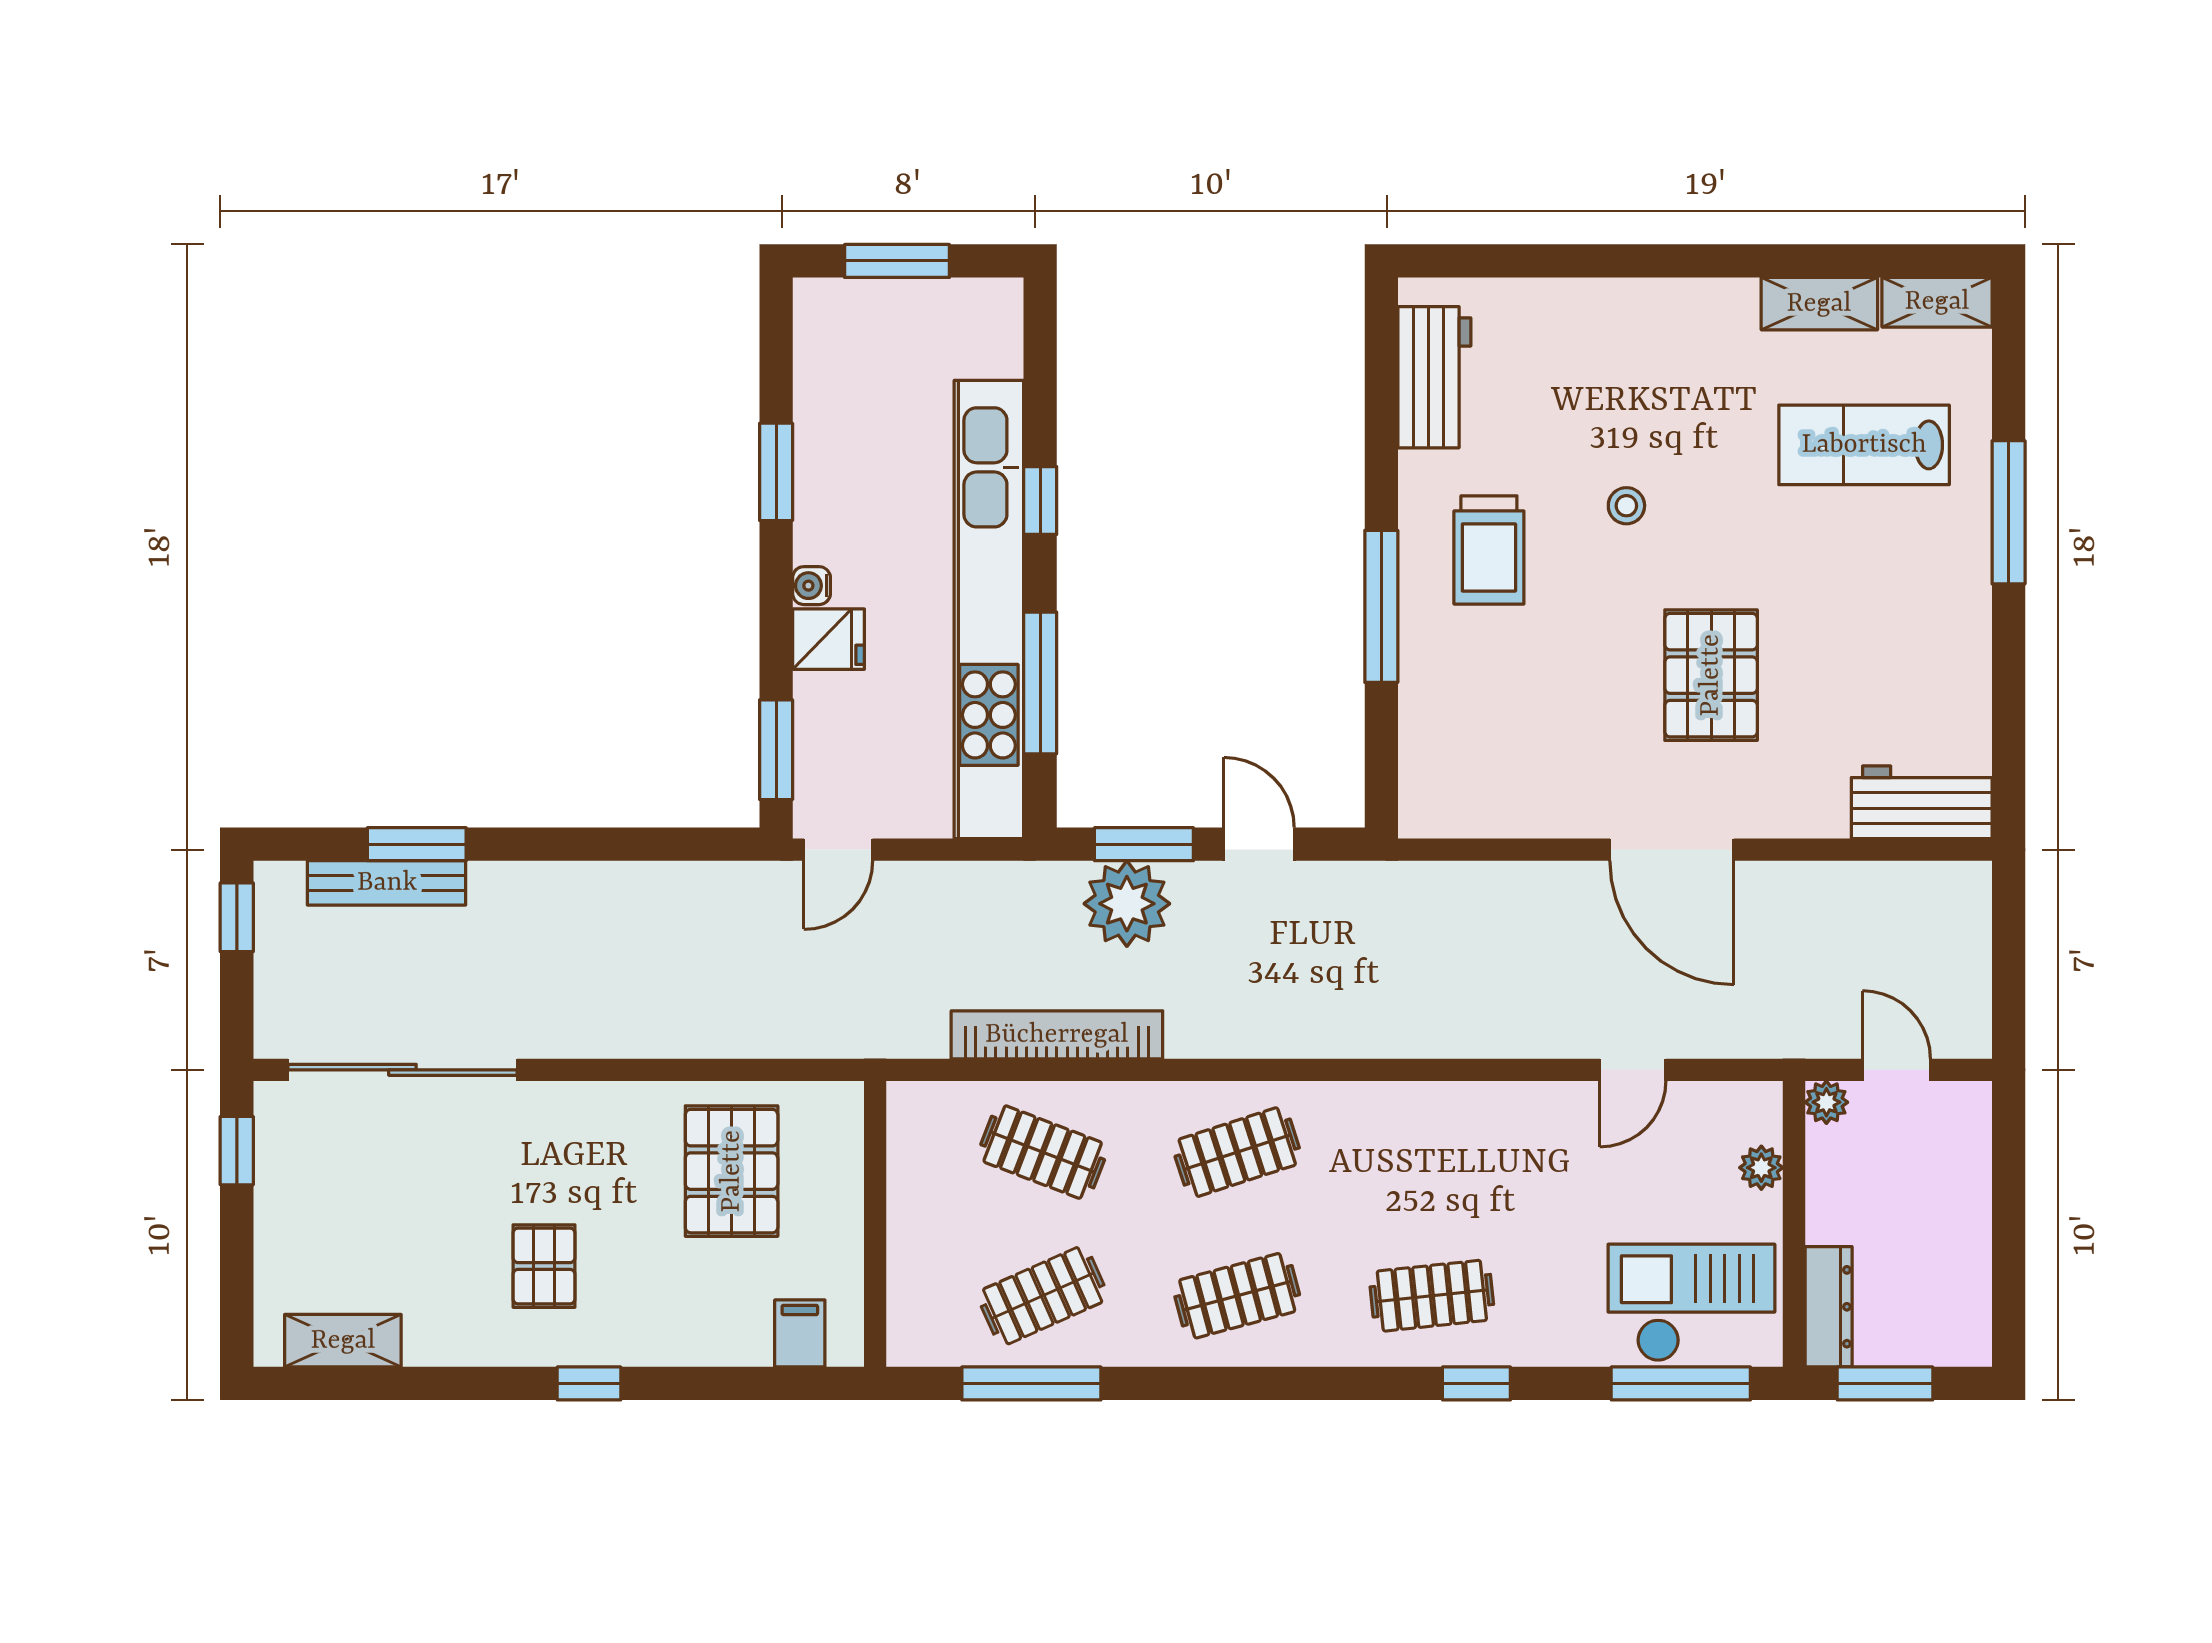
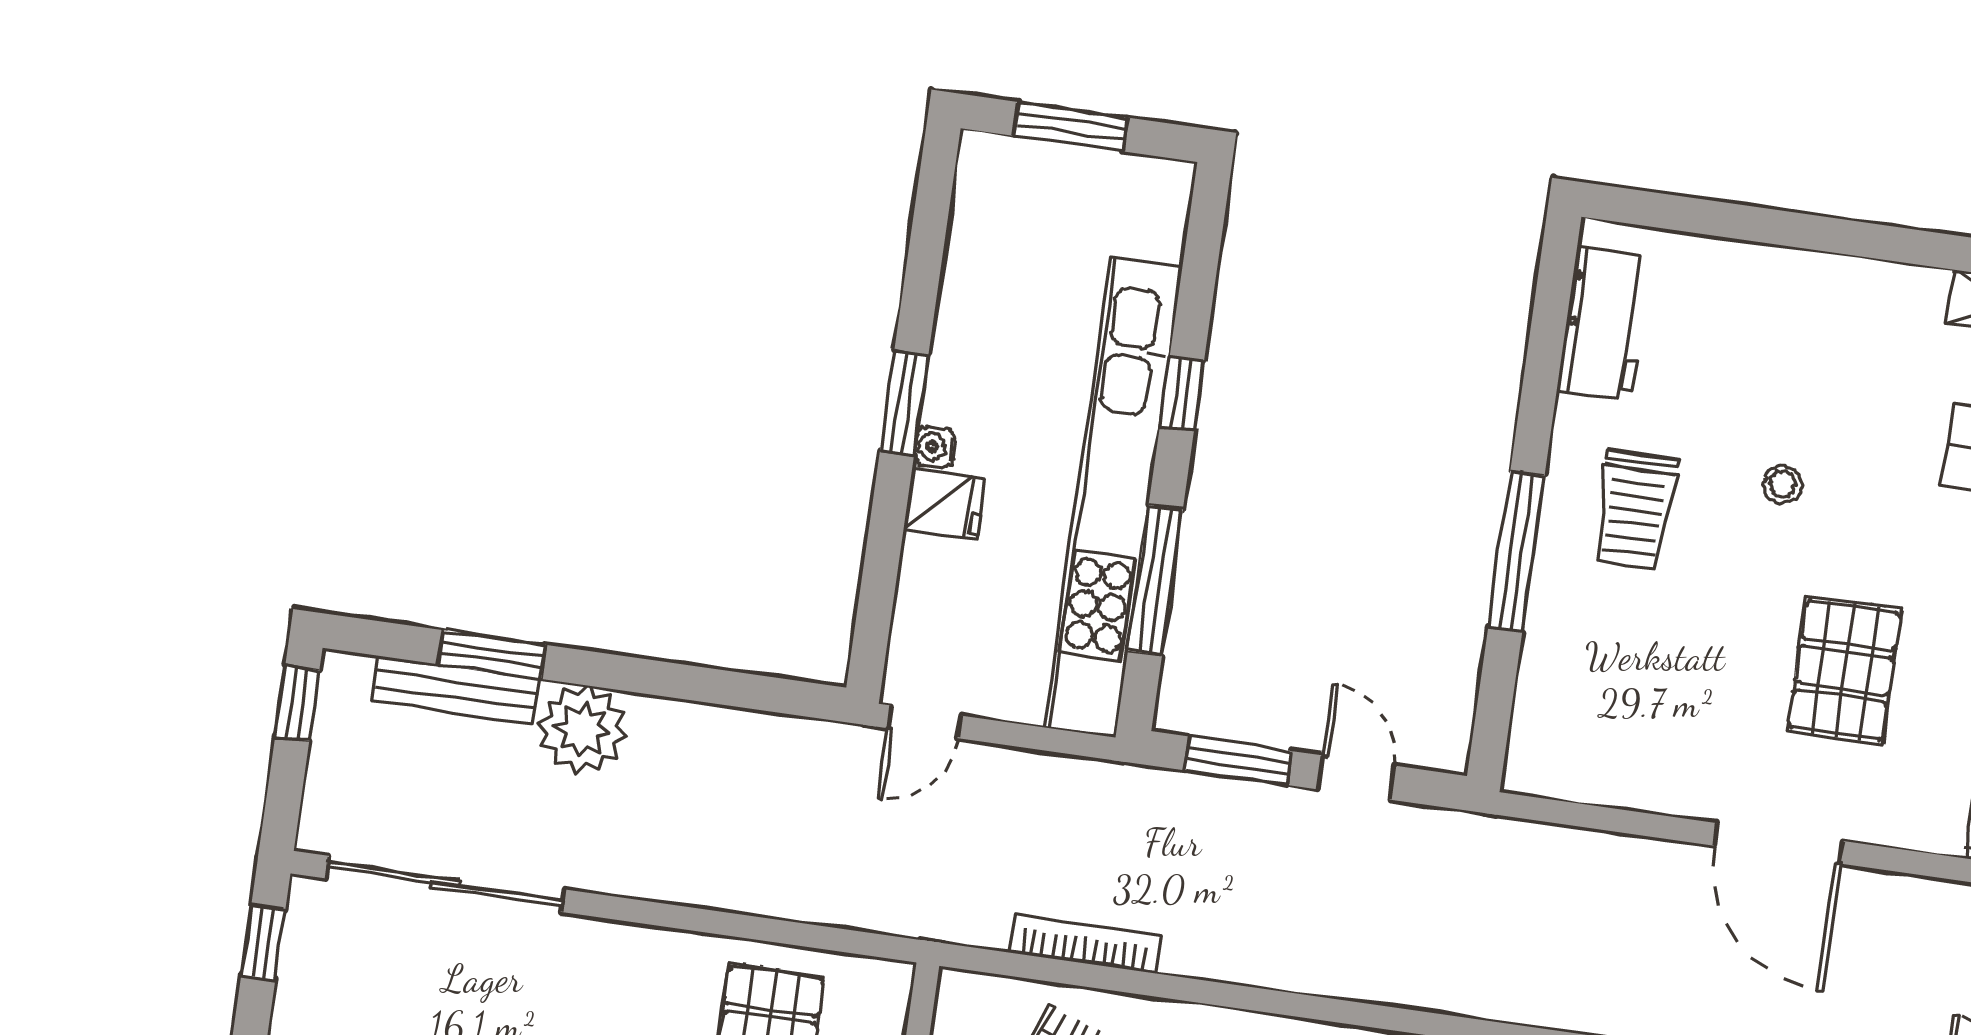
window: (776, 472) -> (904, 403), moved
window: (776, 750) -> (875, 610), removed
plant: (1127, 904) -> (583, 730), moved
bookcase: (1057, 1035) -> (1085, 944), width x0.68, depth x0.76

